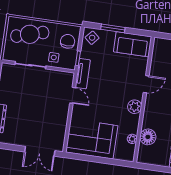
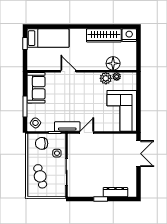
cafe table: (30, 34) -> (40, 176), width x0.73, depth x0.74
plant: (135, 107) -> (106, 78), moved

